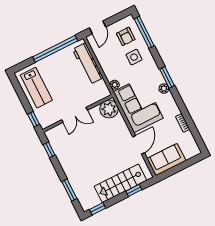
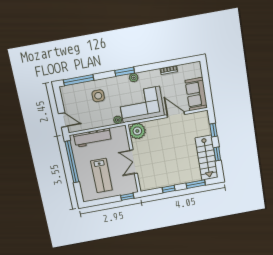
armchair: (126, 36) -> (78, 98), removed
lab bench: (36, 88) -> (102, 175), moved, turned 90
double door: (74, 115) -> (134, 162), swing flipped
window: (49, 150) -> (169, 189), moved
stairs: (120, 183) -> (207, 158), moved
window: (98, 209) -> (217, 154), moved

